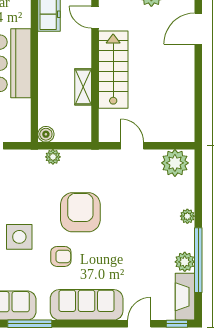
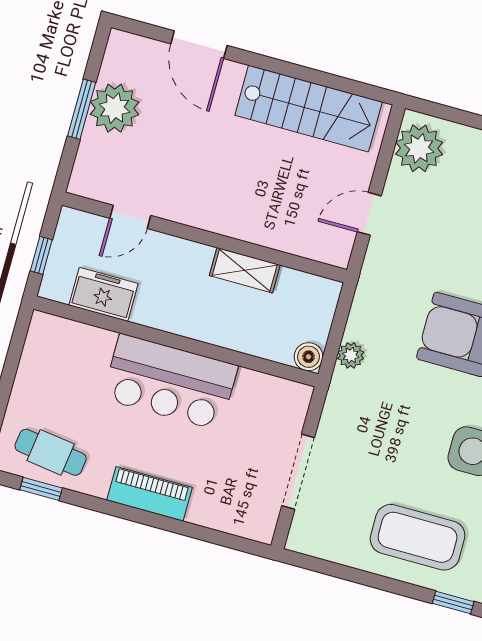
stairs: (113, 70) -> (309, 109), moved, turned 180

